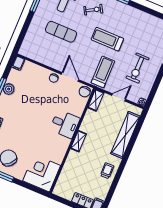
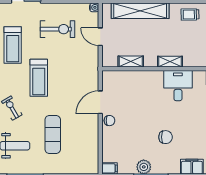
treadmill: (103, 72) -> (13, 45), moved, turned -90
chair: (85, 92) -> (166, 137), moved
shelving: (96, 100) -> (131, 61), moved
desk: (65, 124) -> (178, 86), moved

